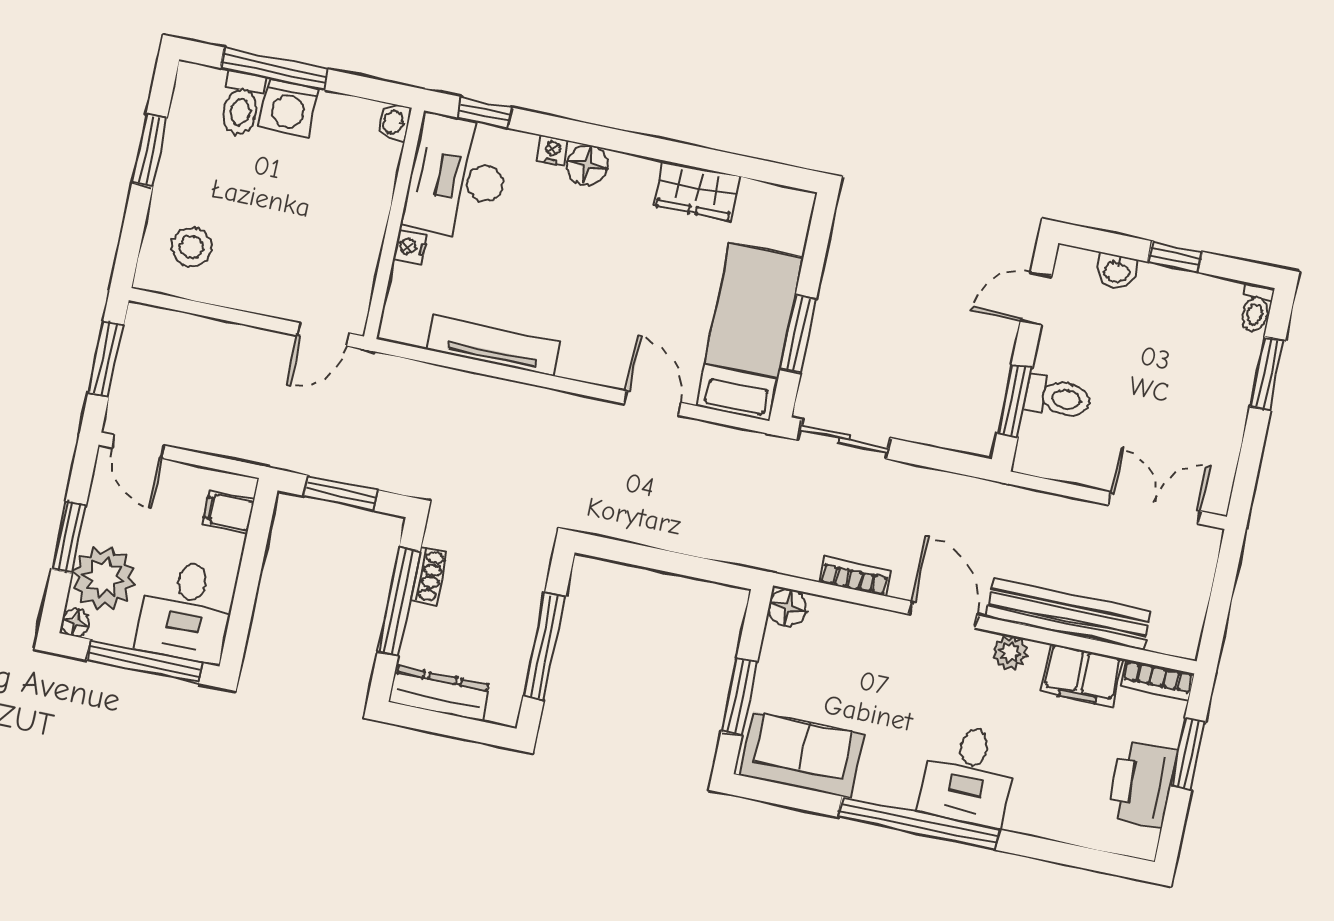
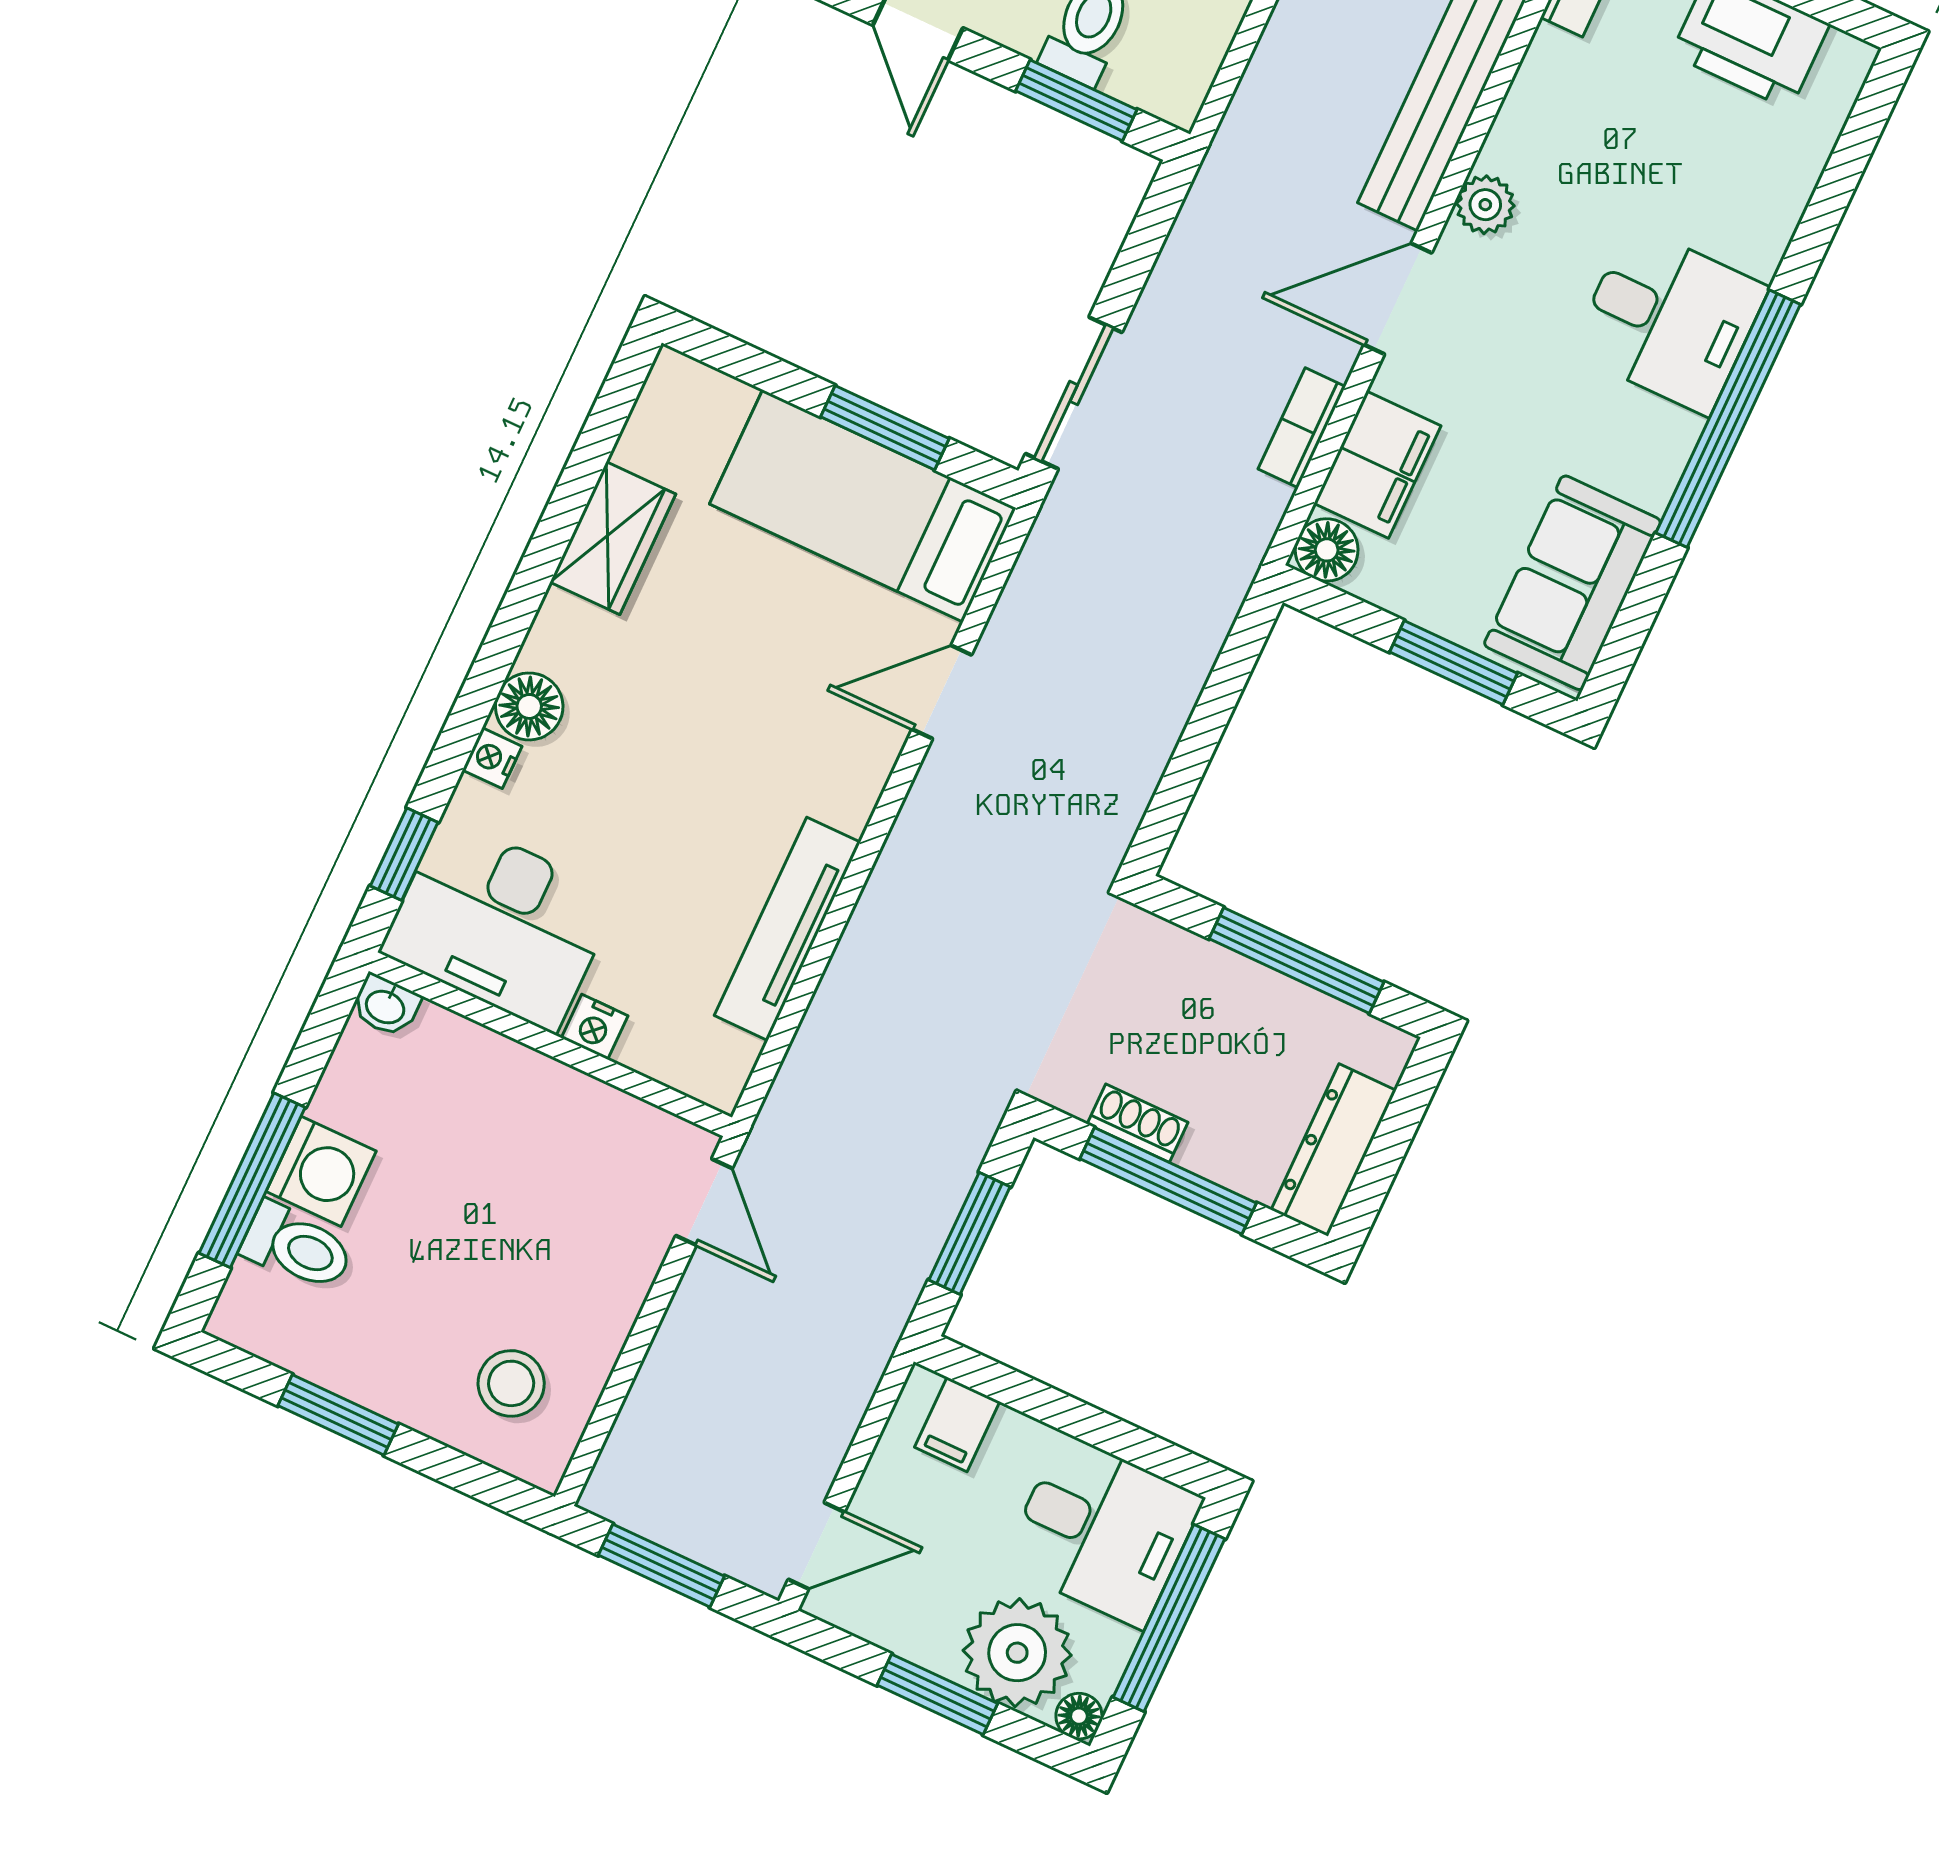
filing cabinet: (1082, 675) -> (1377, 465), moved

